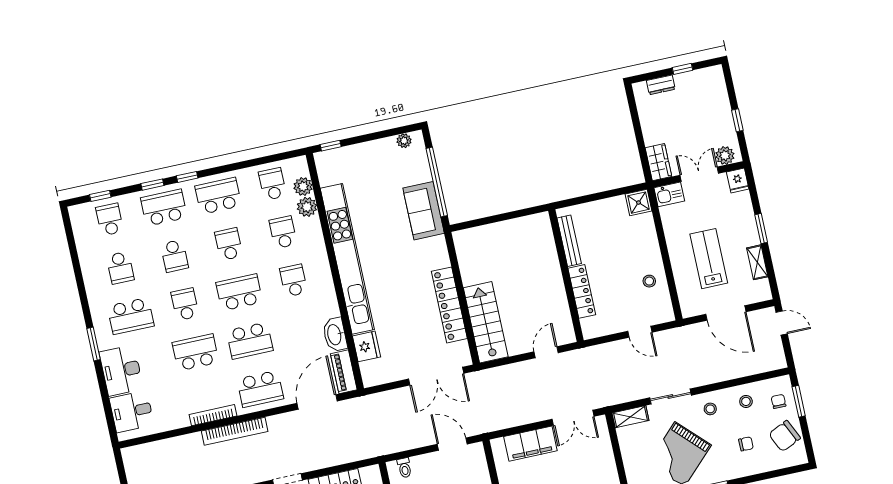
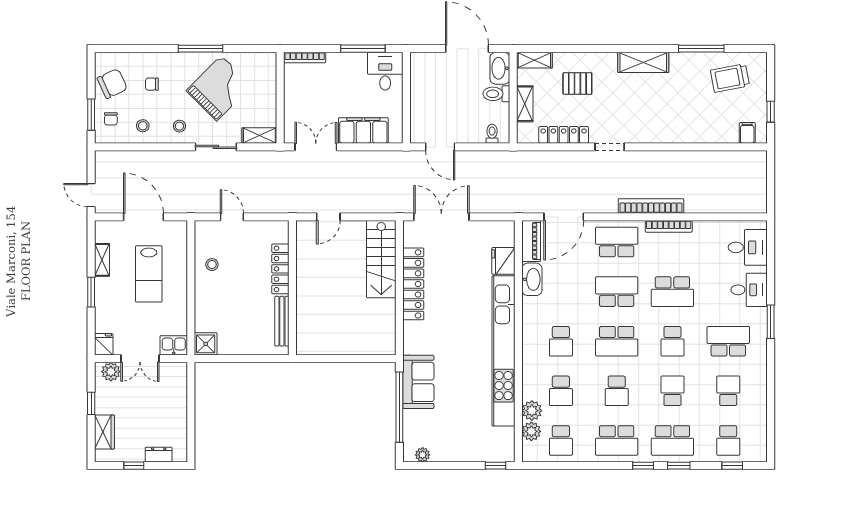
wardrobe: (658, 162) -> (104, 432), moved, turned 180
desk: (121, 370) -> (749, 290), width x0.73

